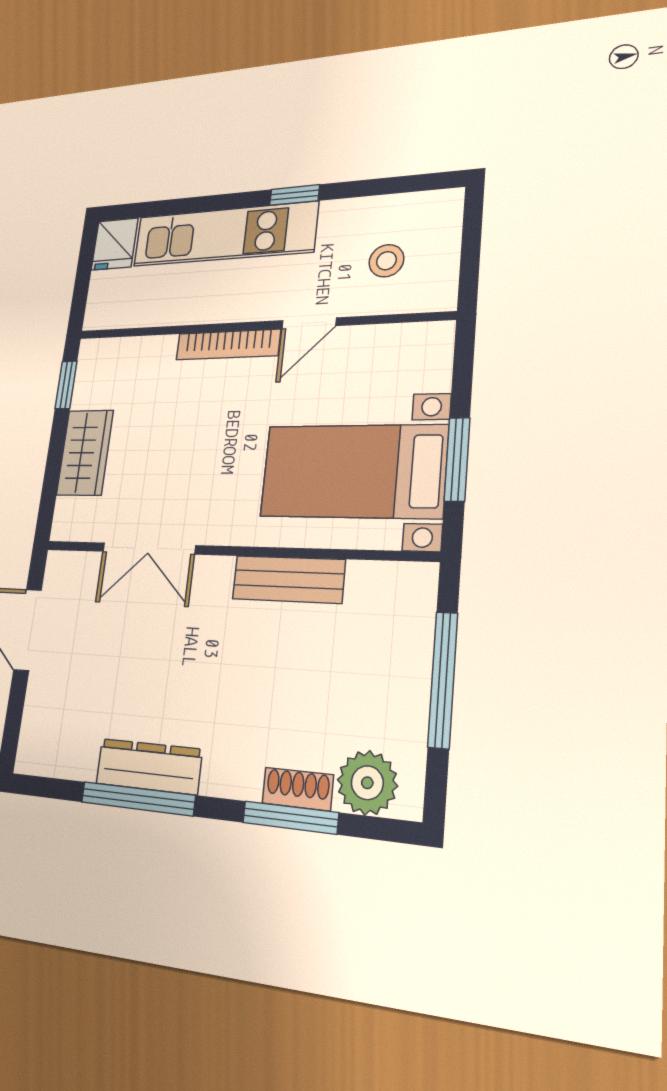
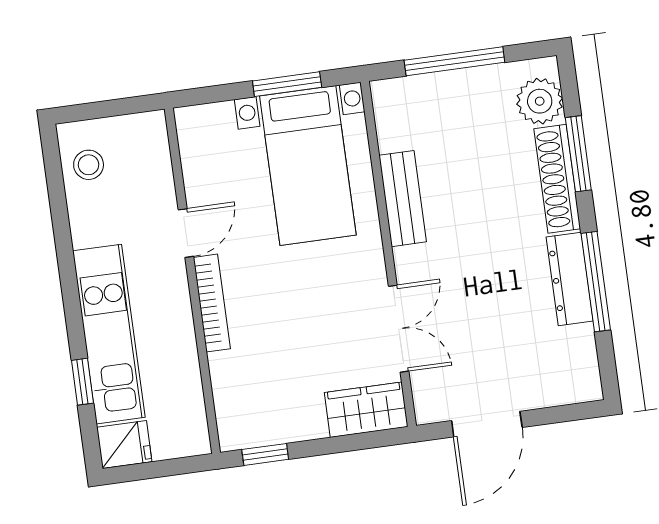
window: (295, 195) -> (82, 382), moved
stool: (386, 261) -> (89, 165), moved
door: (309, 323) -> (186, 233), hinge flipped
wardrobe: (85, 453) -> (366, 410), moved
shoe rack: (298, 789) -> (557, 179), width x1.94, depth x1.24

